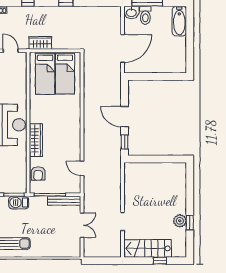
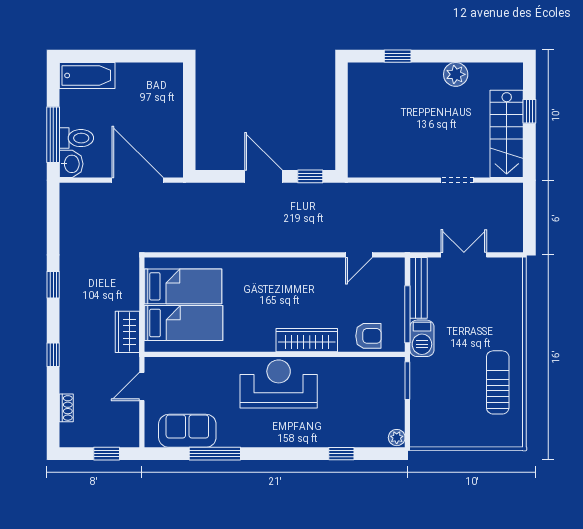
door: (125, 117) -> (263, 176), swing flipped
barbecue: (19, 203) -> (422, 338), moved
window: (190, 223) -> (398, 56), moved

